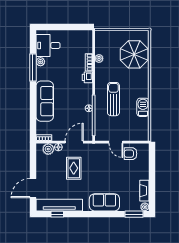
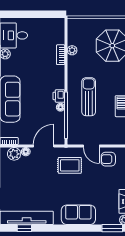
printer: (87, 77) -> (59, 96), moved
rug: (74, 168) -> (70, 165), moved, turned 90

